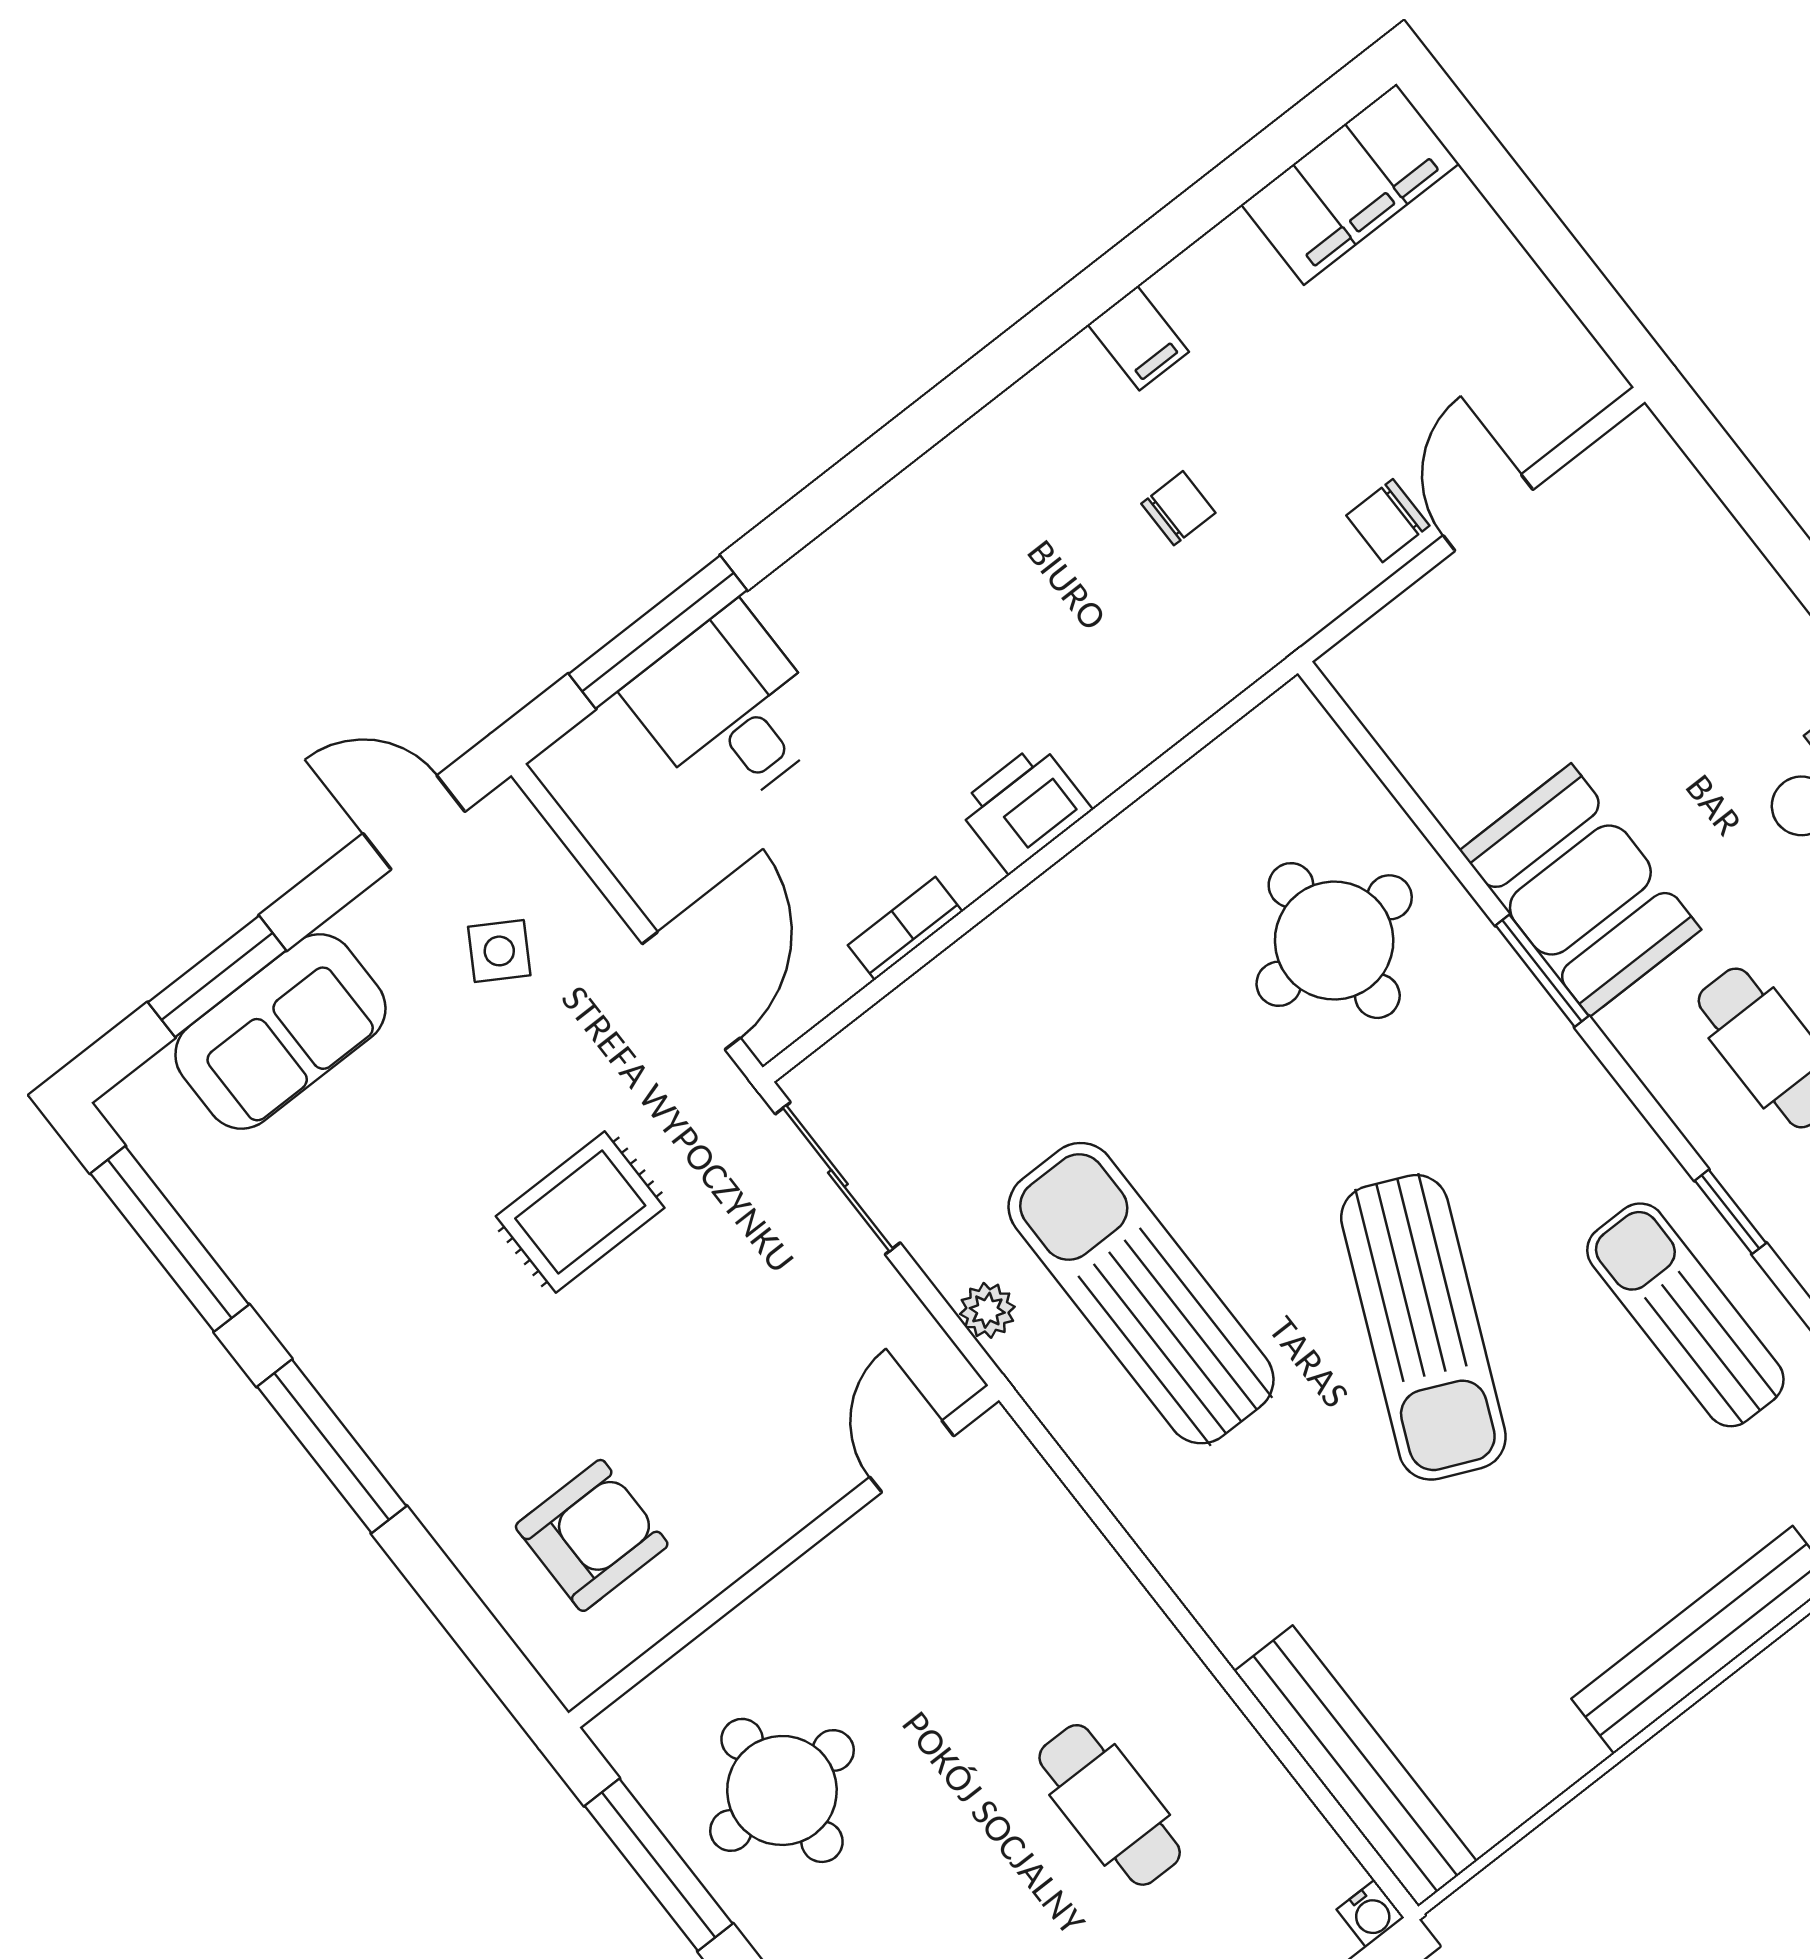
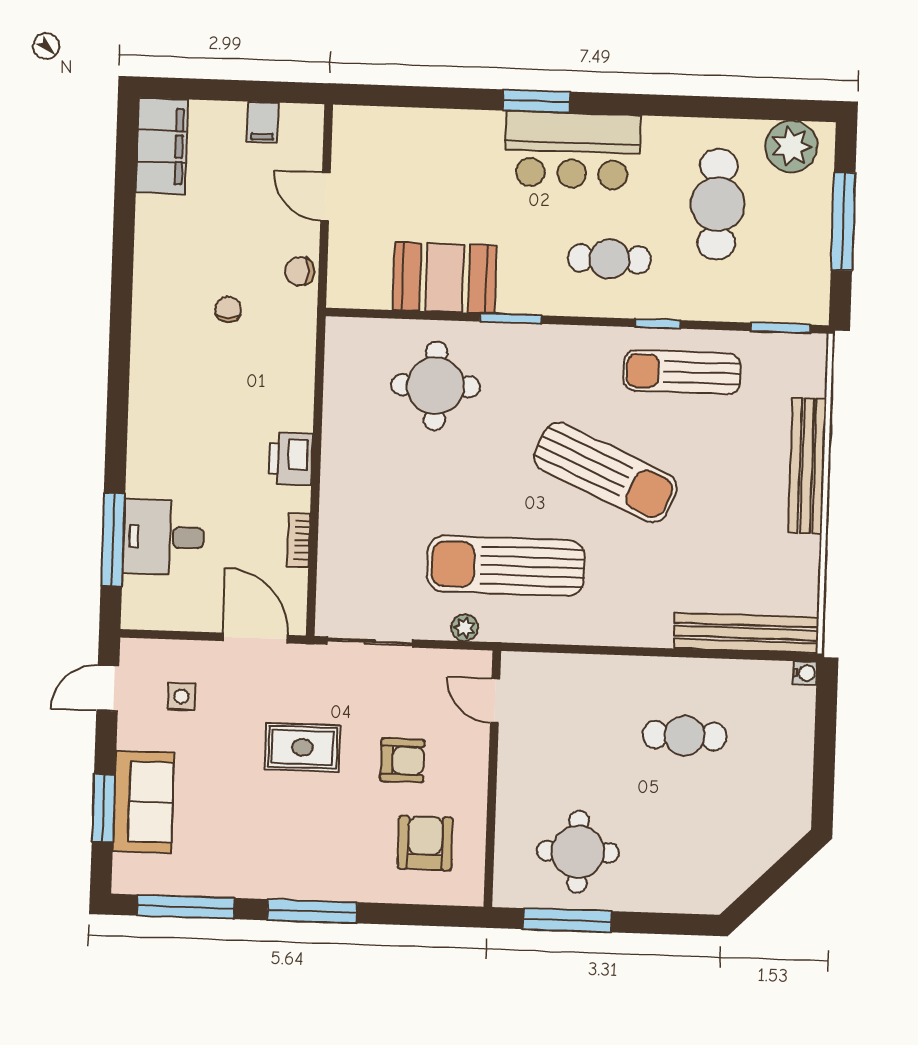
filing cabinet: (1138, 338) -> (263, 122), moved, turned 90
chair: (1388, 521) -> (300, 271), moved, turned 90
booth: (1580, 890) -> (445, 278), moved
side table: (499, 951) -> (181, 696), turned -31
rug: (580, 1212) -> (302, 747), turned 90
armchair: (693, 1388) -> (402, 760), added

